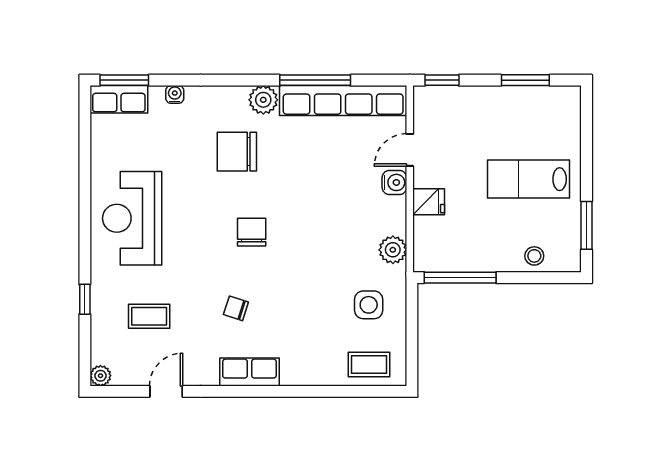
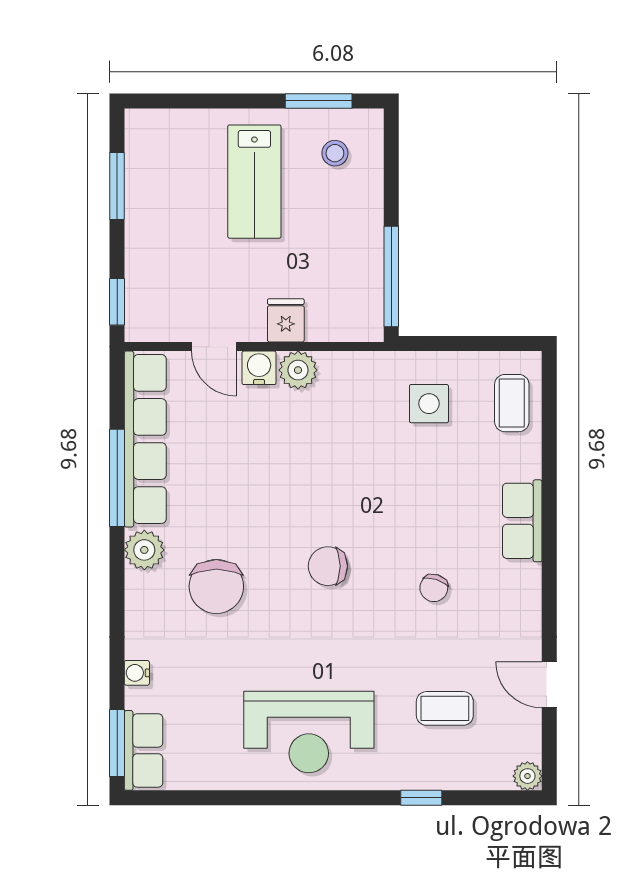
plant: (393, 250) -> (298, 370), moved
stool: (534, 256) -> (335, 153), moved
coffee table: (149, 316) -> (445, 708), turned 90
row of seats: (249, 372) -> (522, 521), moved

